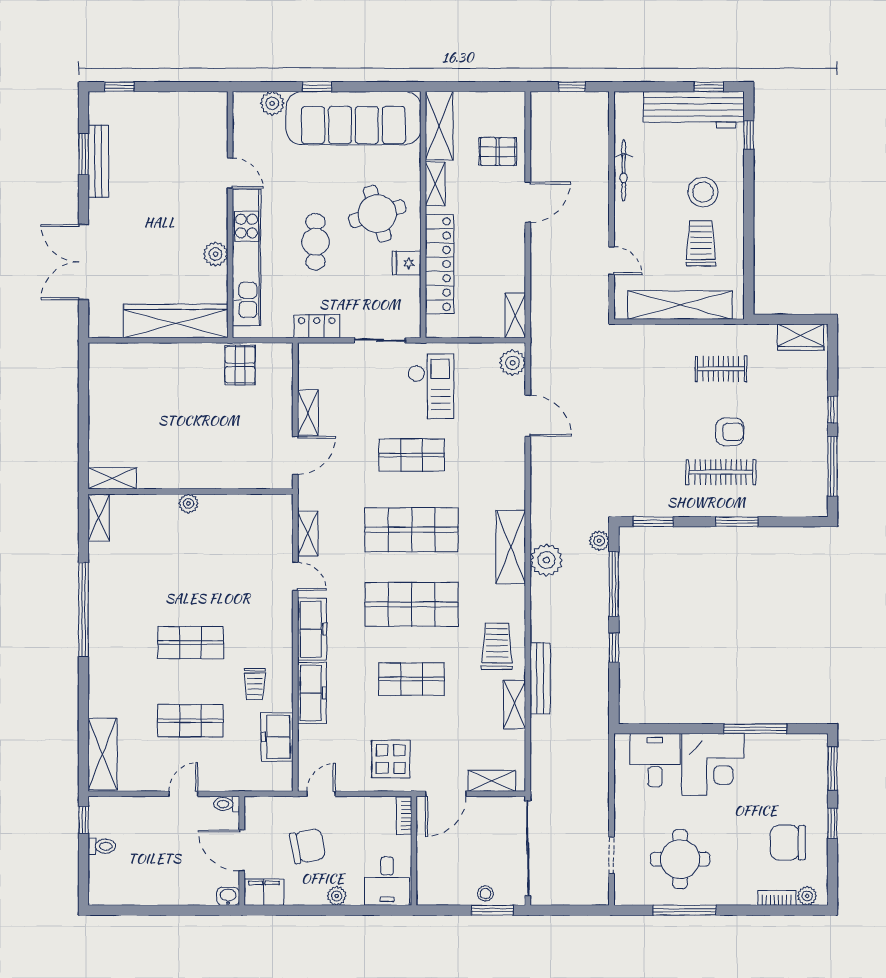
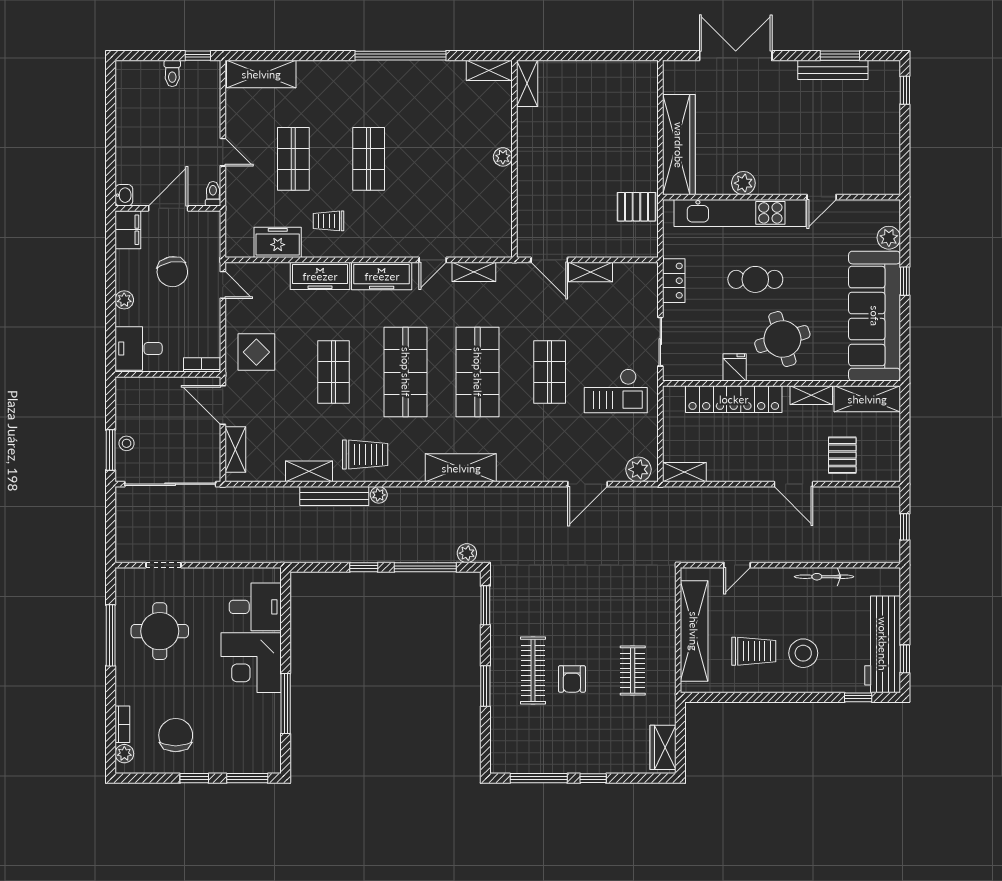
plant: (546, 560) -> (379, 495), moved, width x0.53, depth x0.53

